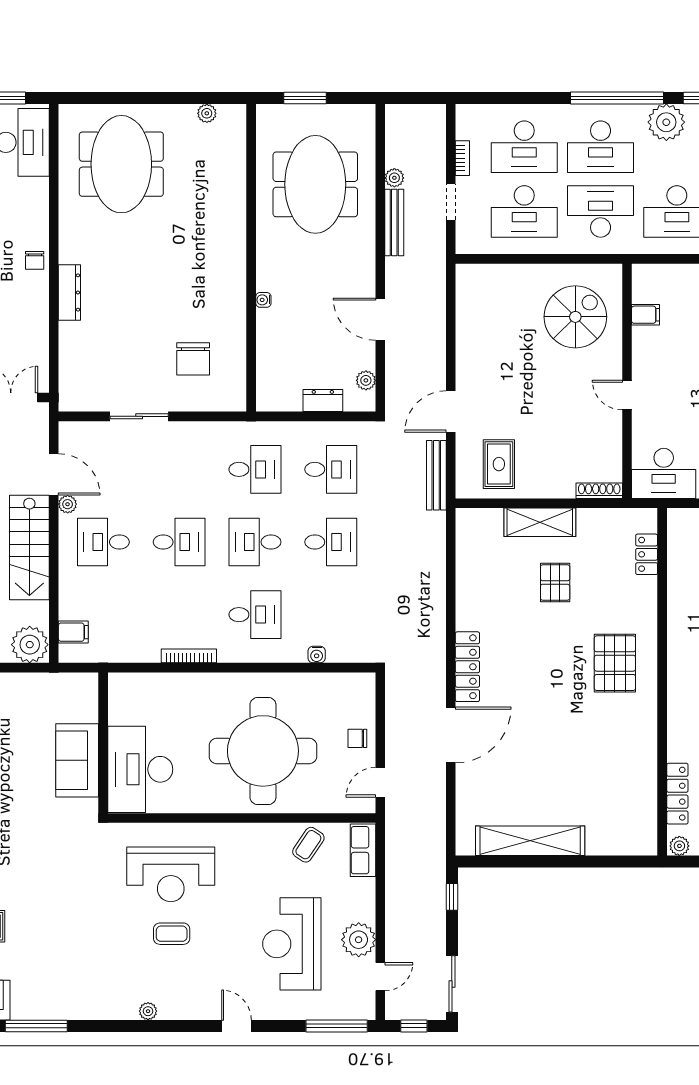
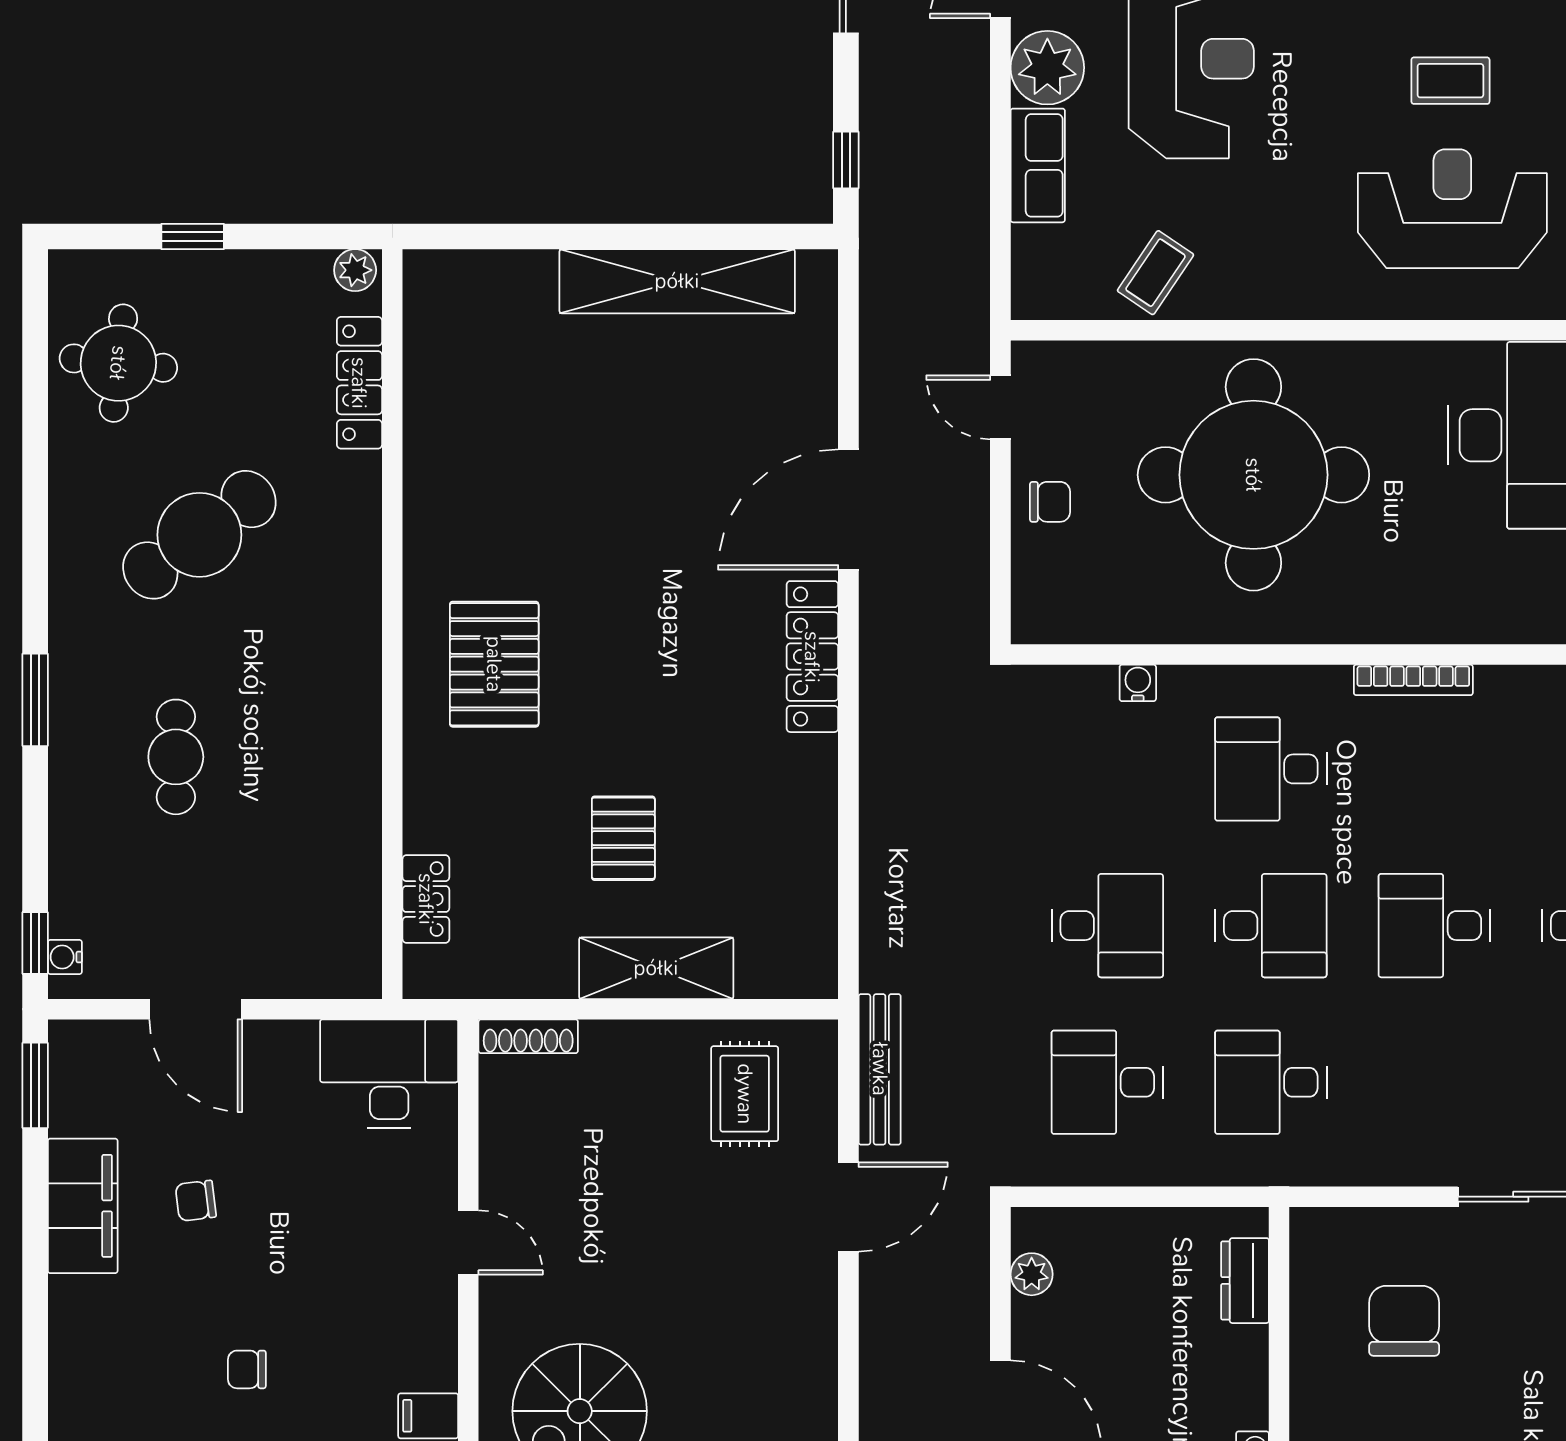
dresser: (323, 401) -> (1245, 1281), moved, turned 90
desk: (331, 542) -> (1107, 926), turned 180
door: (380, 782) -> (1000, 407), swing flipped
row of seats: (363, 850) -> (1038, 165), moved

